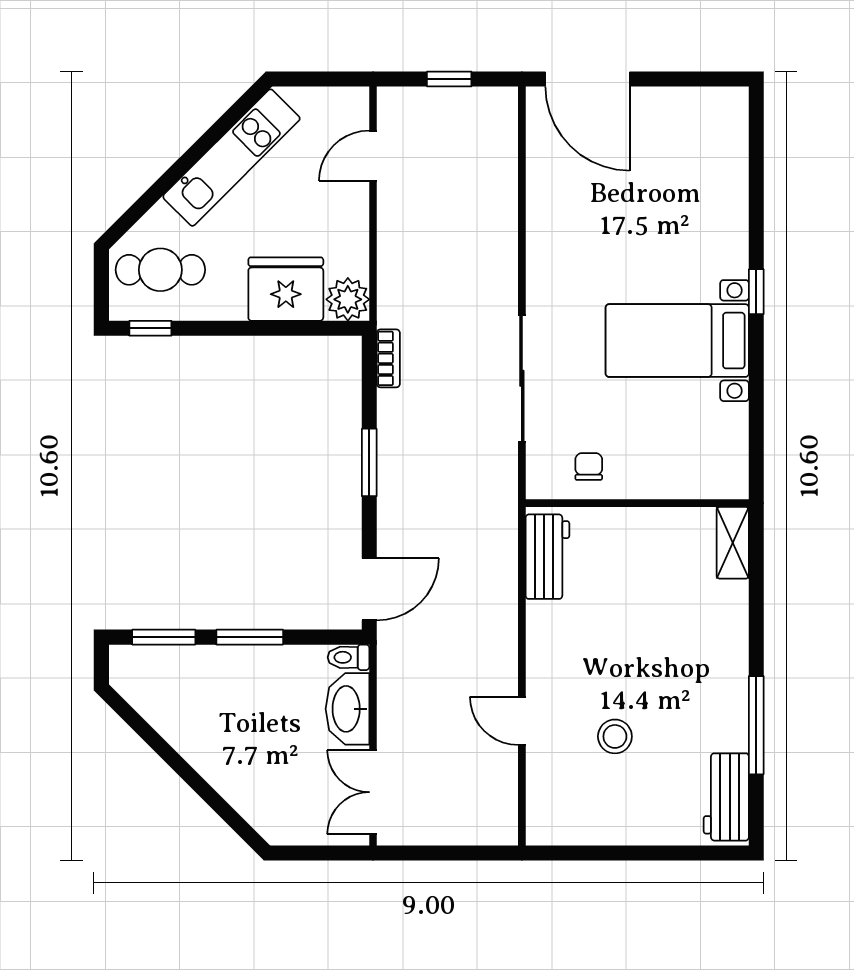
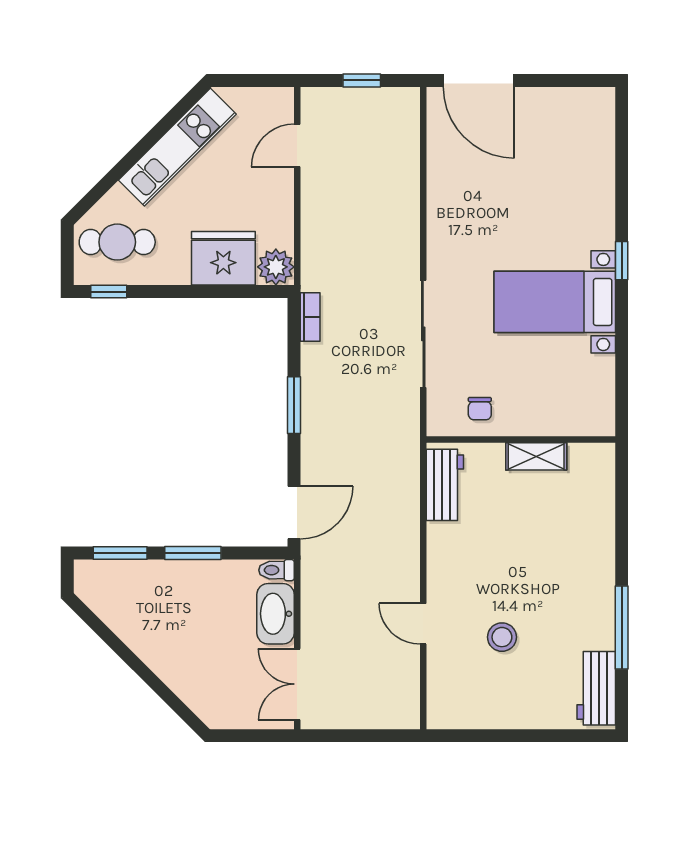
chair: (589, 467) -> (480, 409), turned 180
shelving: (733, 543) -> (536, 456), moved, turned 90

